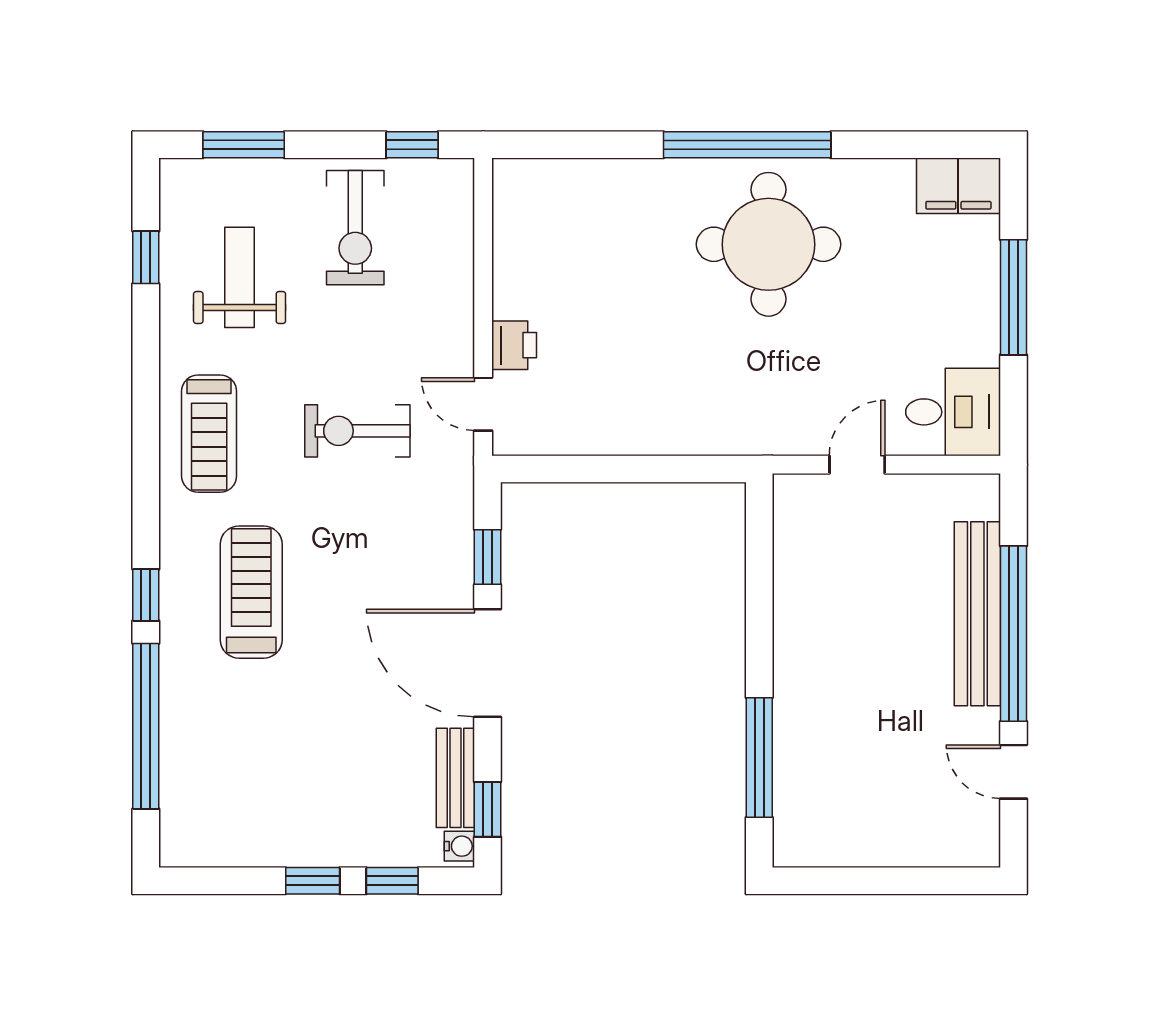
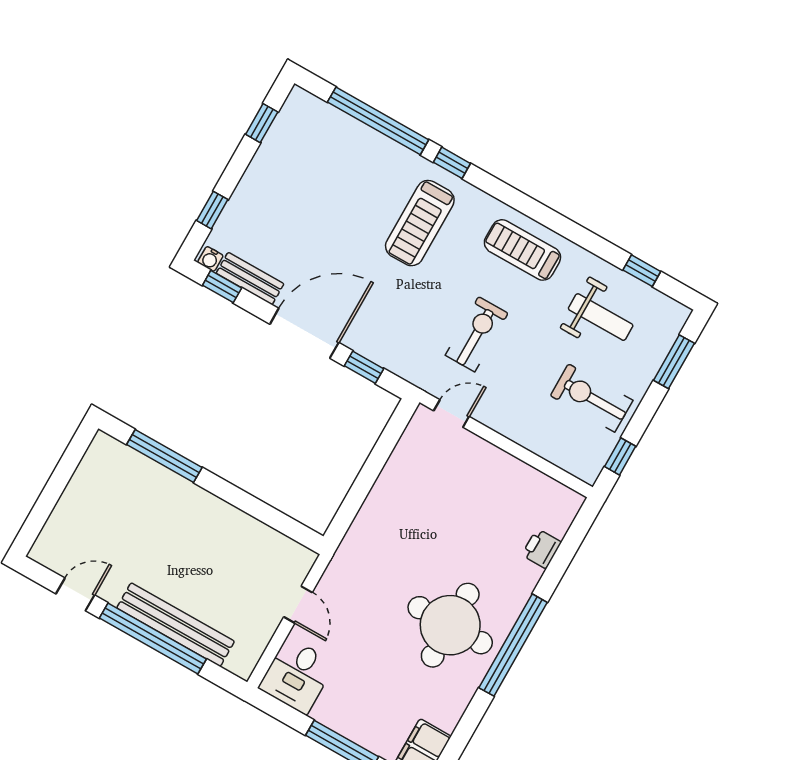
printer: (514, 345) -> (542, 549), moved, turned 90
treadmill: (251, 592) -> (420, 223), turned 90
window: (313, 881) -> (262, 123), moved

